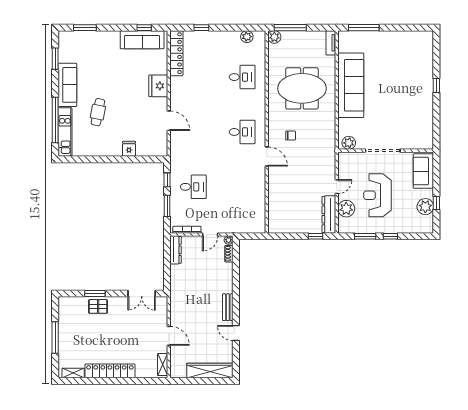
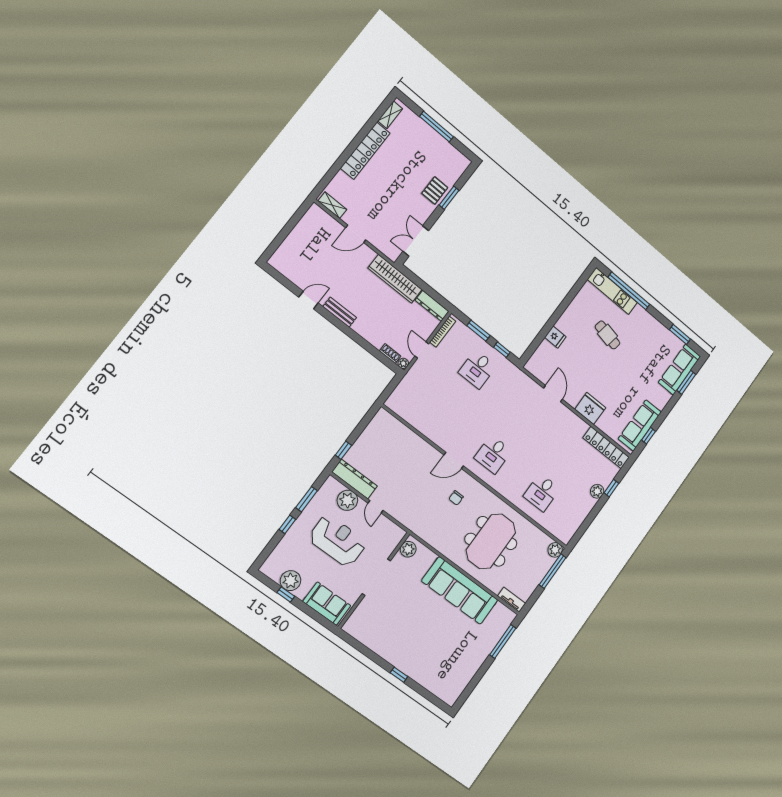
plant: (247, 37) -> (597, 491), moved
sofa: (67, 85) -> (680, 369), moved, turned 90
door: (169, 121) -> (553, 394), swing flipped
wardrobe: (210, 370) -> (395, 279), moved, turned 90

